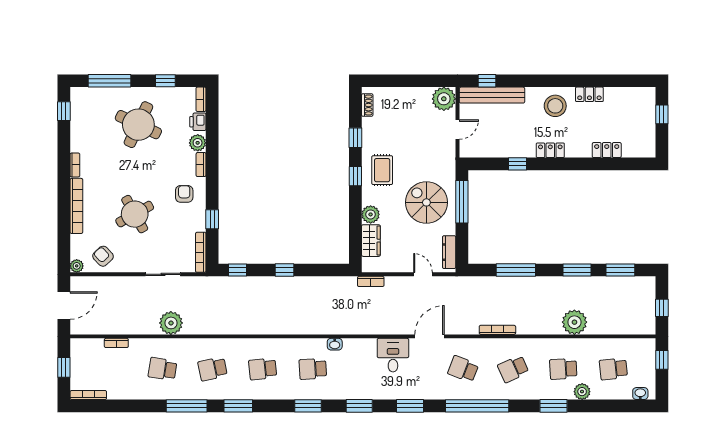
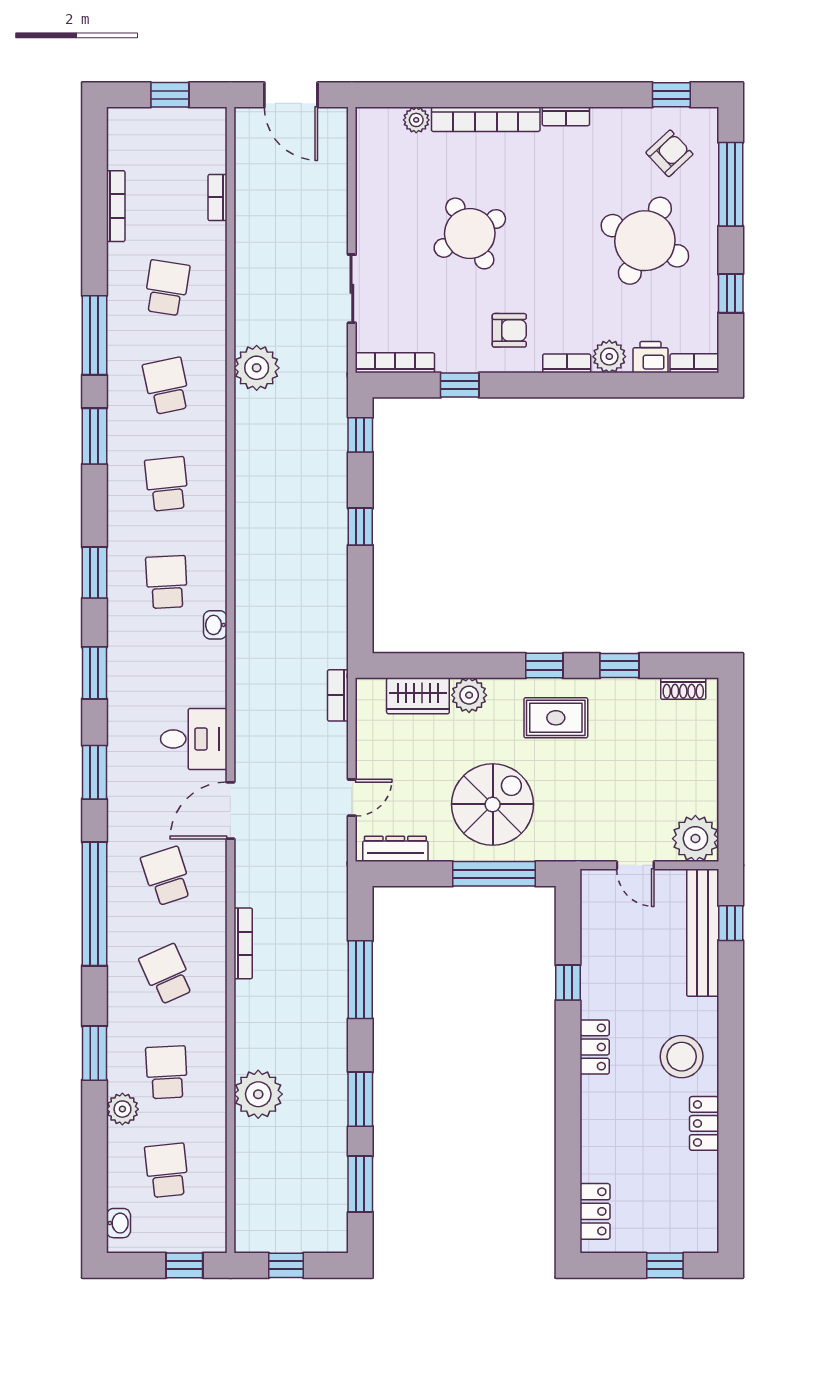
locker: (607, 150) -> (595, 1211), moved
armchair: (103, 256) -> (669, 153), moved
plant: (77, 266) -> (416, 120), moved
plant: (171, 323) -> (257, 368), moved
door: (429, 336) -> (230, 810), swing flipped
school desk: (463, 369) -> (167, 876), turned -39
bookcase: (88, 395) -> (116, 206), moved

